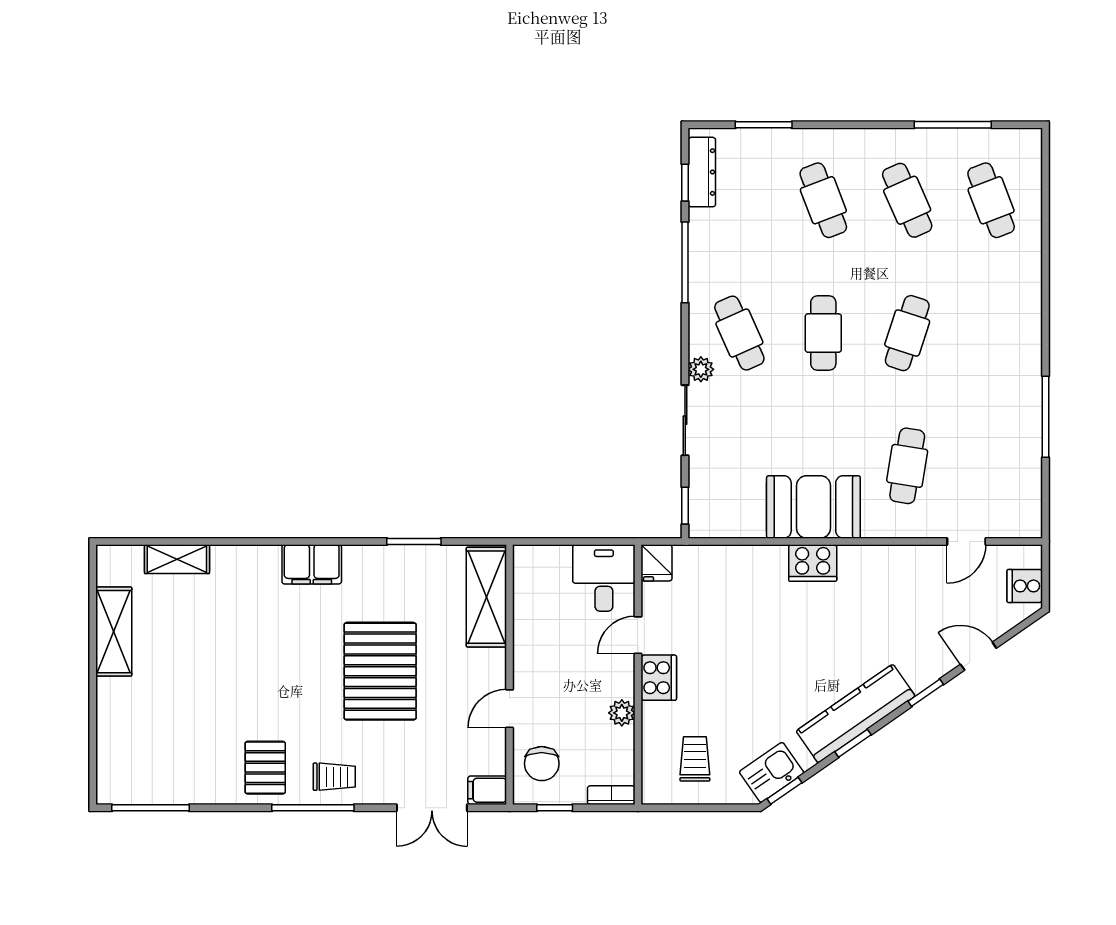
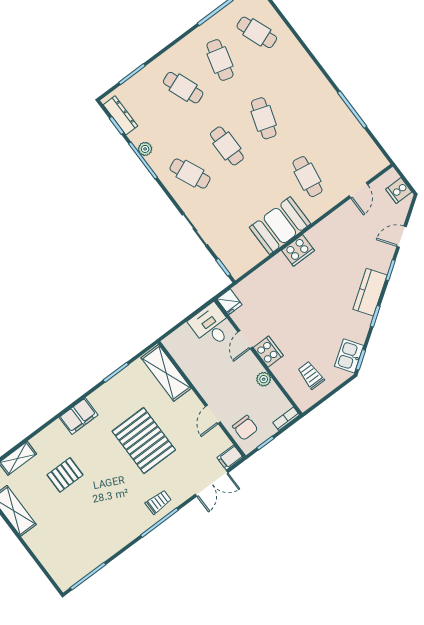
cafe table: (907, 200) -> (220, 60), turned 39
plant: (701, 369) -> (145, 149), moved
kitchen counter: (856, 714) -> (370, 292), width x0.67
pallet: (265, 768) -> (65, 475), moved, turned 90

